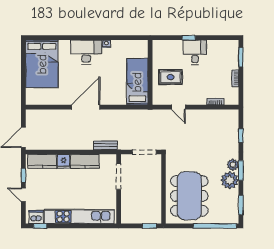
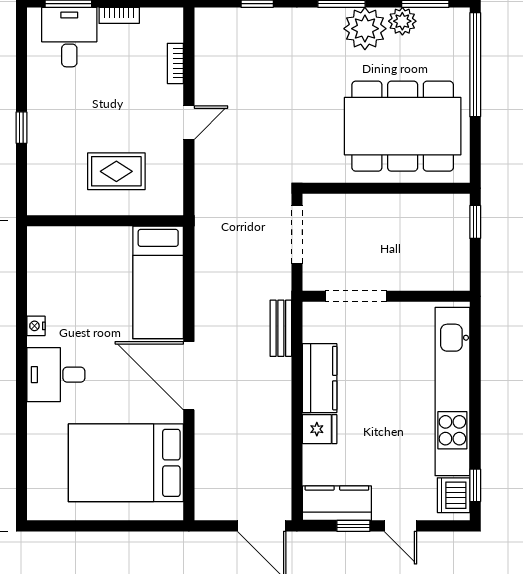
desk: (86, 52) -> (56, 375), width x0.73
desk: (195, 52) -> (69, 37), moved, turned 90
bed: (42, 64) -> (126, 463), moved, turned 180
rug: (171, 77) -> (116, 171), turned 90
bed: (137, 82) -> (158, 282), moved, turned -90
door: (178, 107) -> (189, 123), moved
kitchen counter: (42, 161) -> (337, 503), moved, turned -90
plant: (233, 165) -> (402, 21), moved
door: (23, 195) -> (400, 526), hinge flipped

